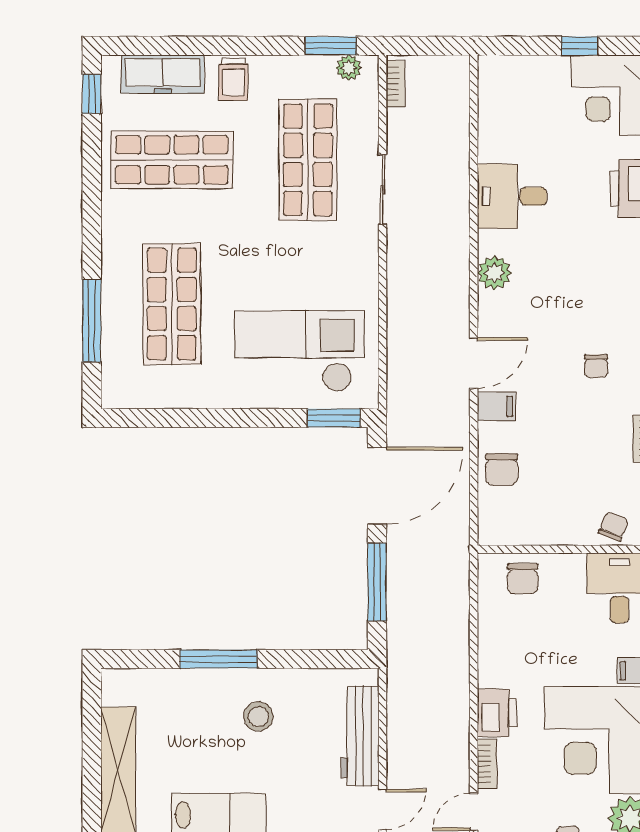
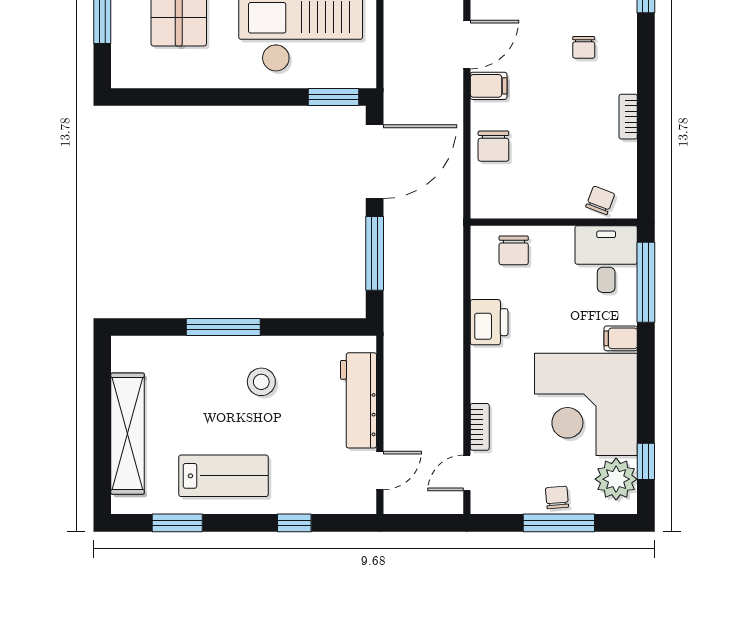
printer: (497, 713) -> (489, 322), moved

